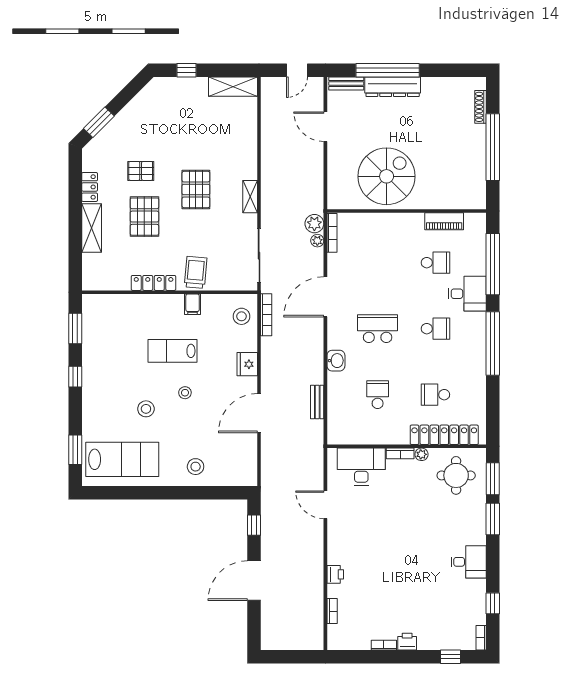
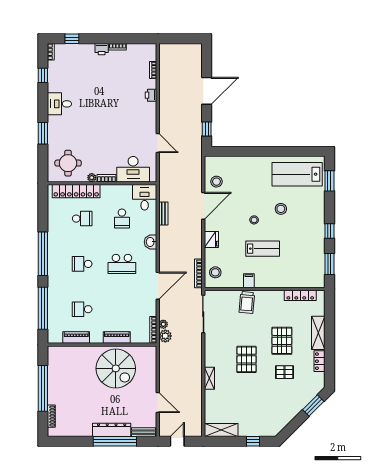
spiral stairs: (387, 176) -> (116, 368), turned -90
shelving: (250, 197) -> (209, 378), moved
piano: (385, 221) -> (117, 337), added
locker: (154, 283) -> (300, 295), moved
desk: (467, 294) -> (145, 197), moved, turned 90
stool: (196, 467) -> (216, 182), moved
window: (493, 479) -> (43, 161), removed

